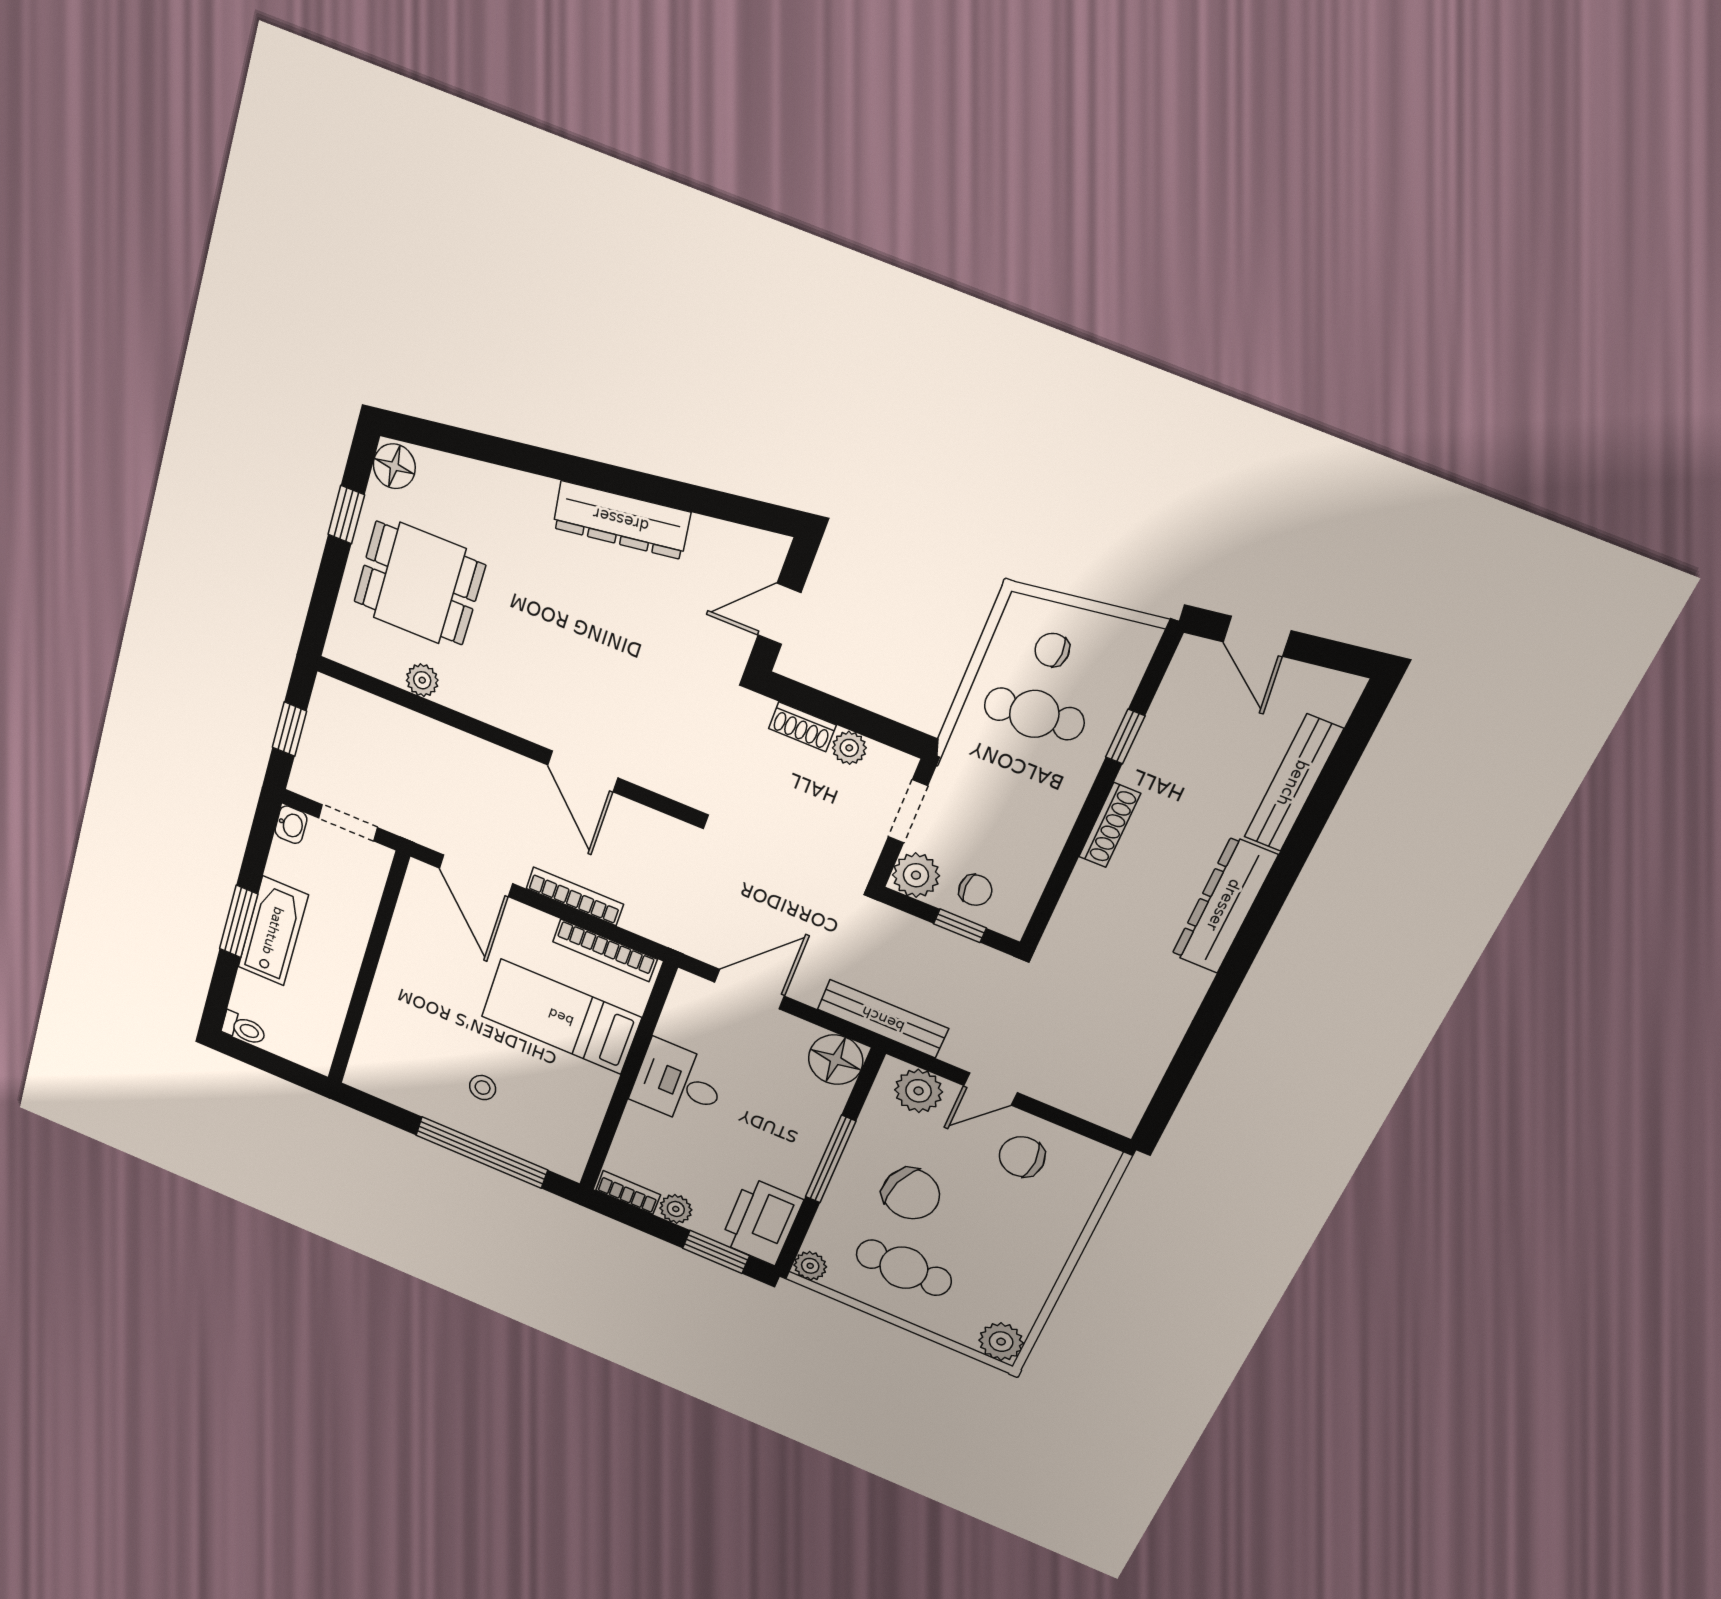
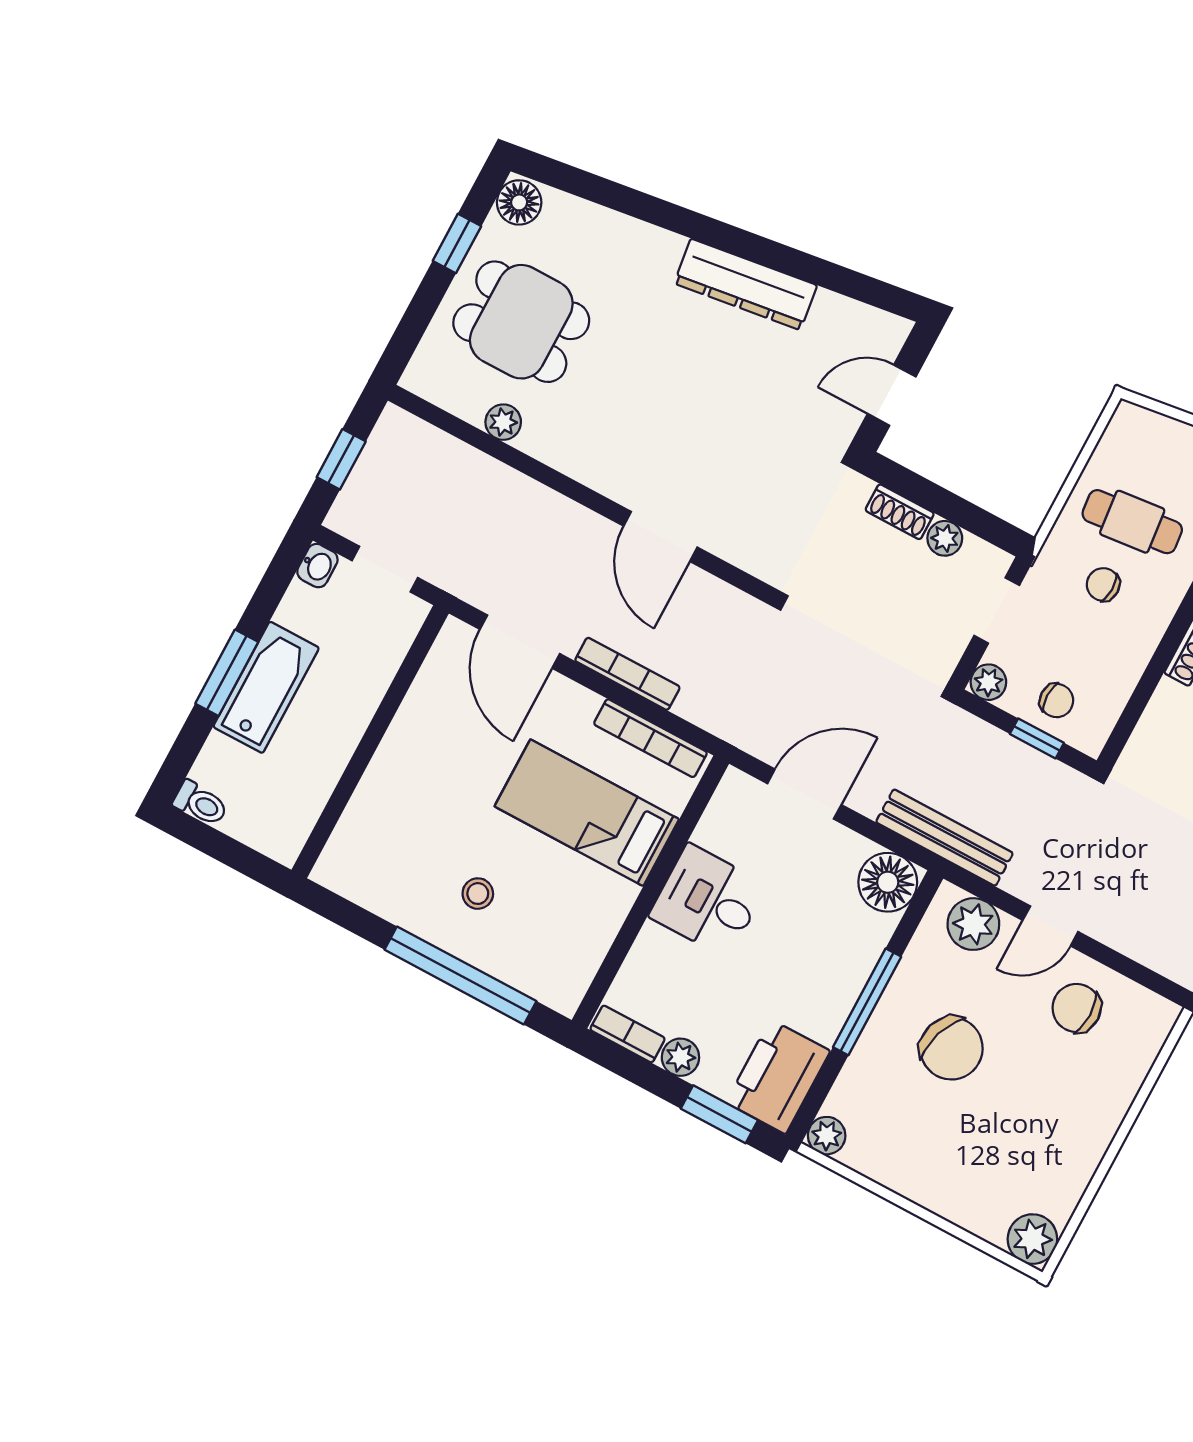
chair: (1052, 650) -> (1103, 584), moved
plant: (916, 875) -> (988, 682), width x0.73, depth x0.73
cafe table: (904, 1268) -> (933, 1141), removed

